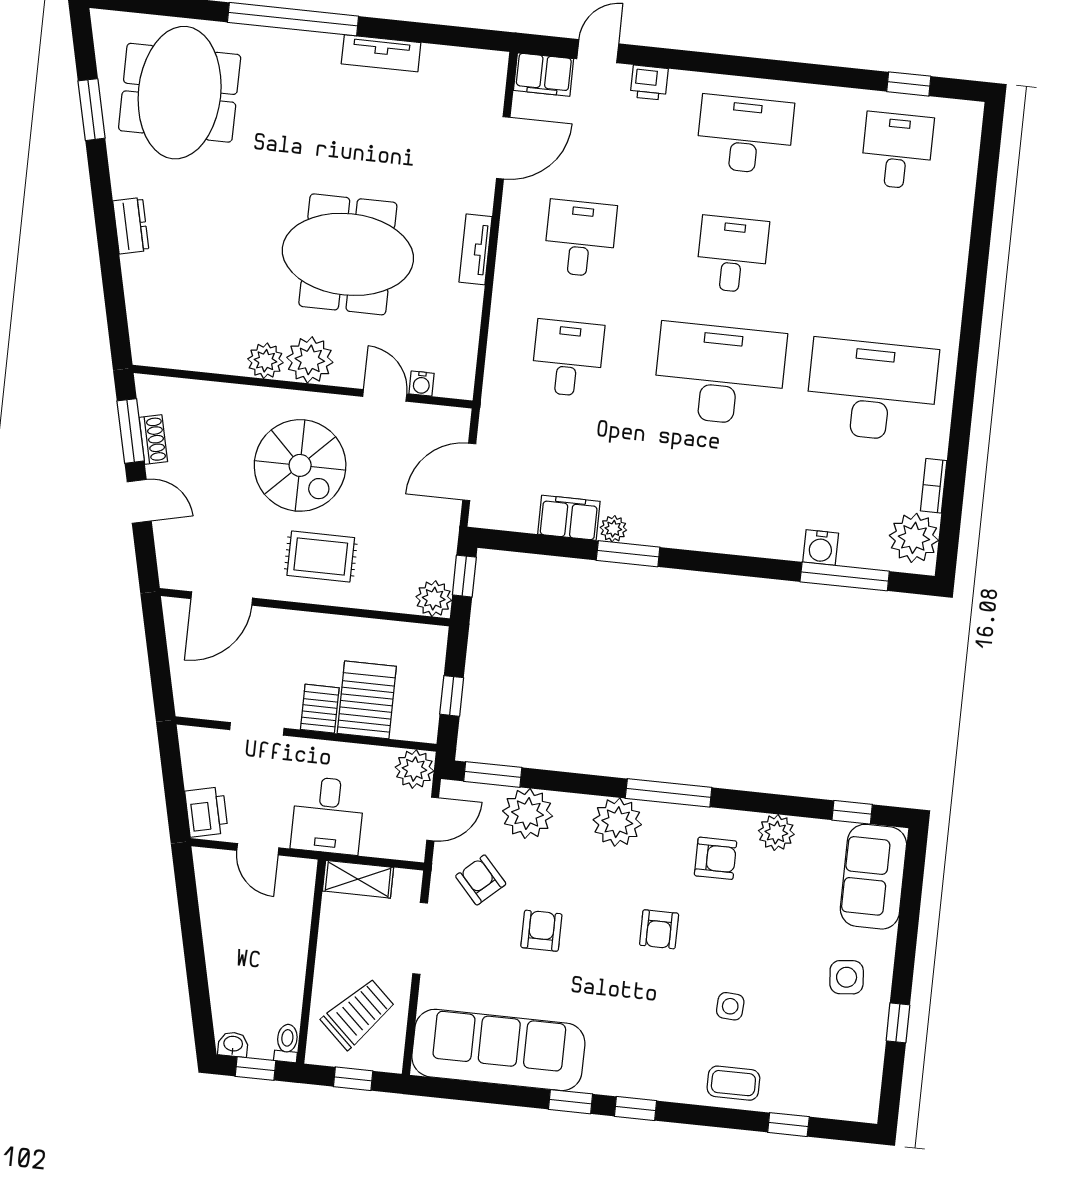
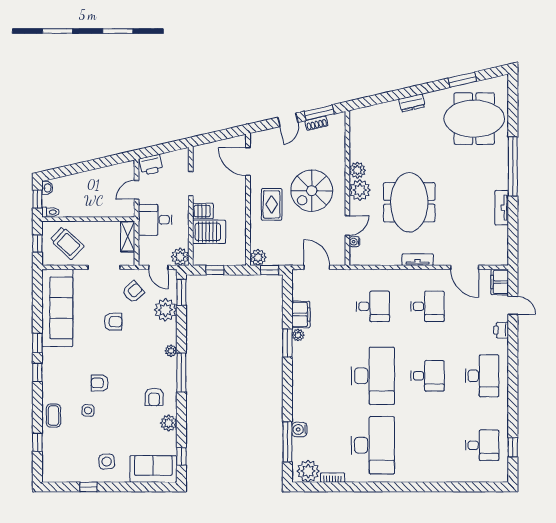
plant: (617, 822) -> (171, 351), width x0.53, depth x0.53
armchair: (659, 929) -> (100, 383), moved

